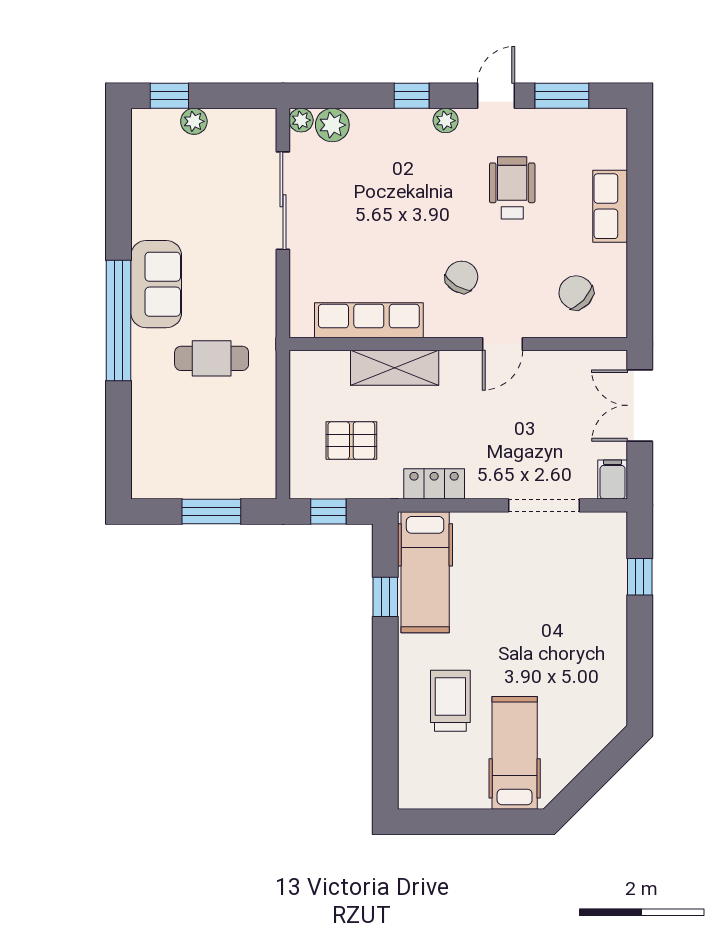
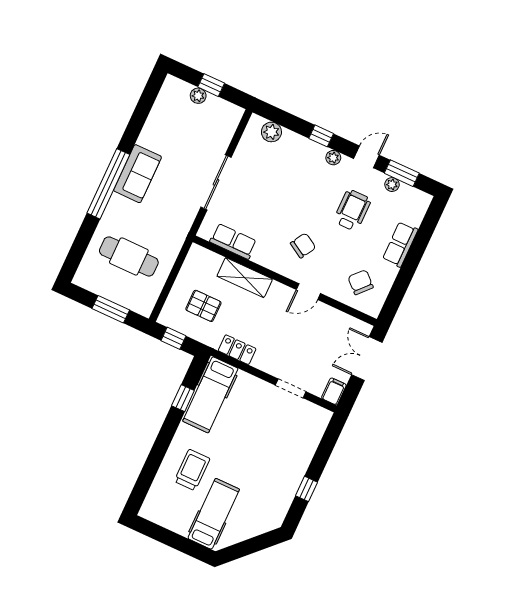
window: (169, 96) -> (211, 85), moved
plant: (301, 120) -> (392, 185), moved
sliding door: (283, 201) -> (216, 182), moved
row of seats: (369, 320) -> (233, 241), width x0.68
cafe table: (212, 358) -> (129, 256), moved, width x1.37, depth x1.35
doorway: (544, 505) -> (291, 388), width x0.73
window: (640, 577) -> (307, 489), moved

